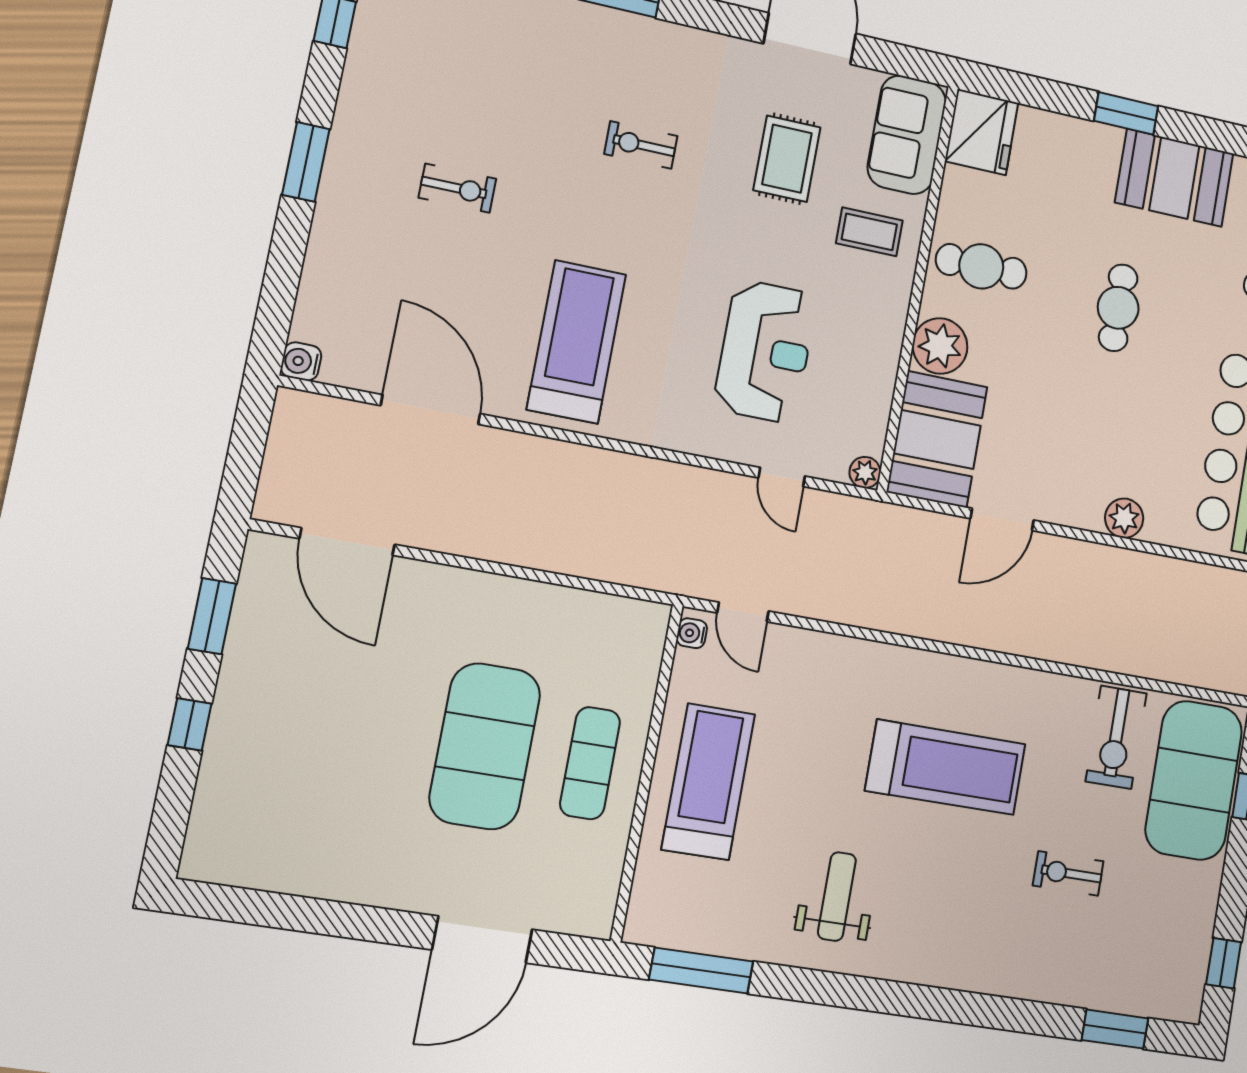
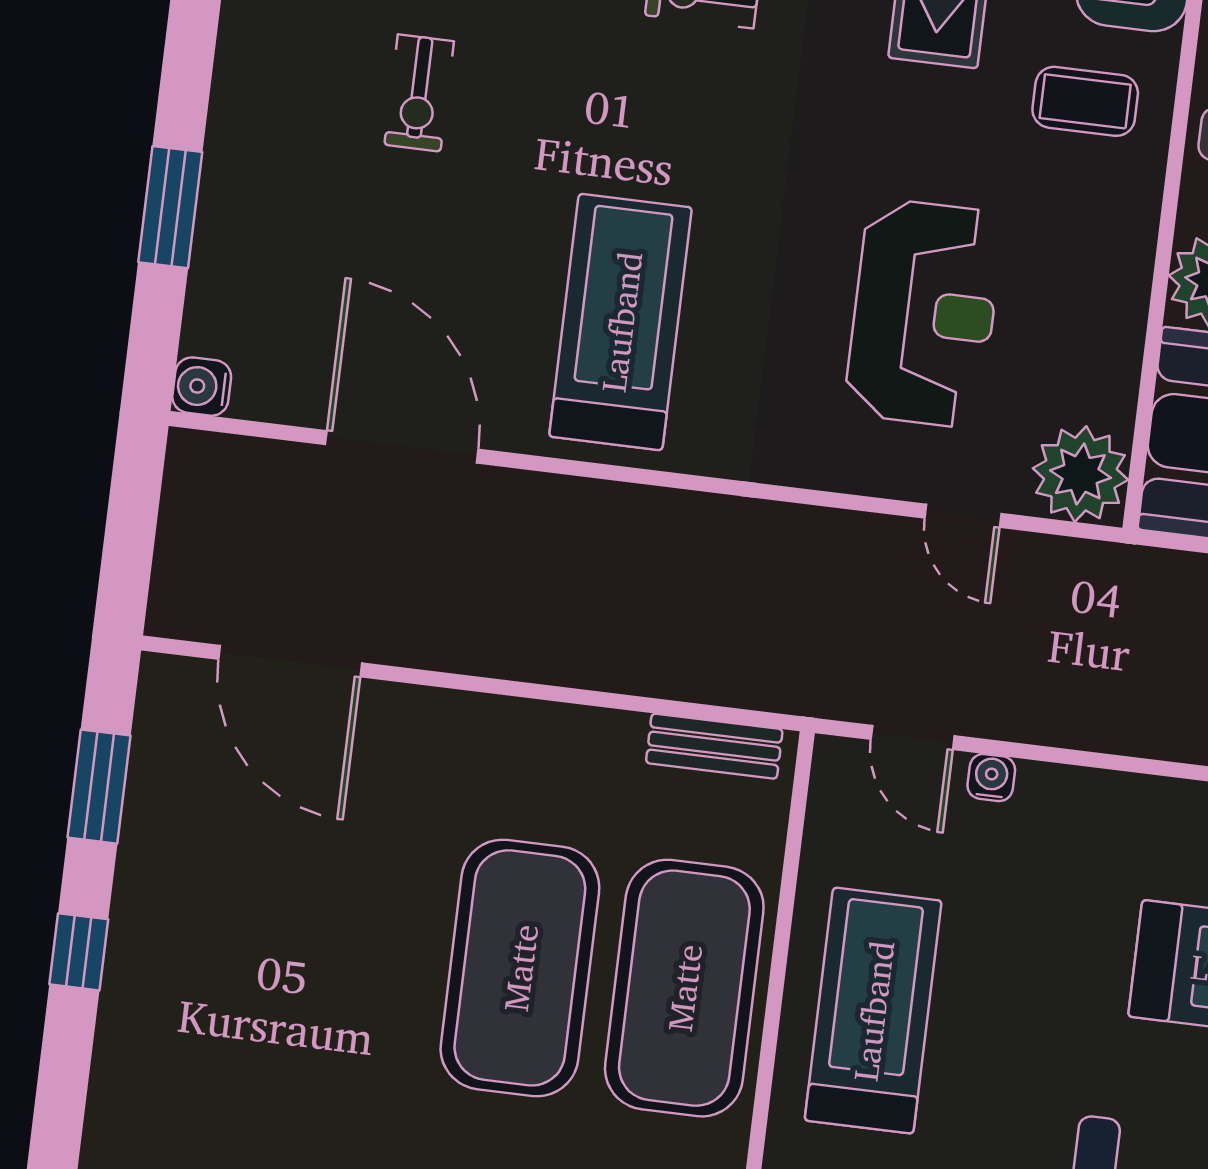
window: (306, 162) -> (170, 207), moved
exercise bike: (457, 188) -> (419, 93), turned 90
plant: (865, 472) -> (1080, 474), width x1.88, depth x1.88
bench: (619, 611) -> (714, 746), added
water cooler: (692, 633) -> (991, 778), moved, turned 90
exercise mat: (590, 763) -> (684, 988), width x2.00, depth x1.45

